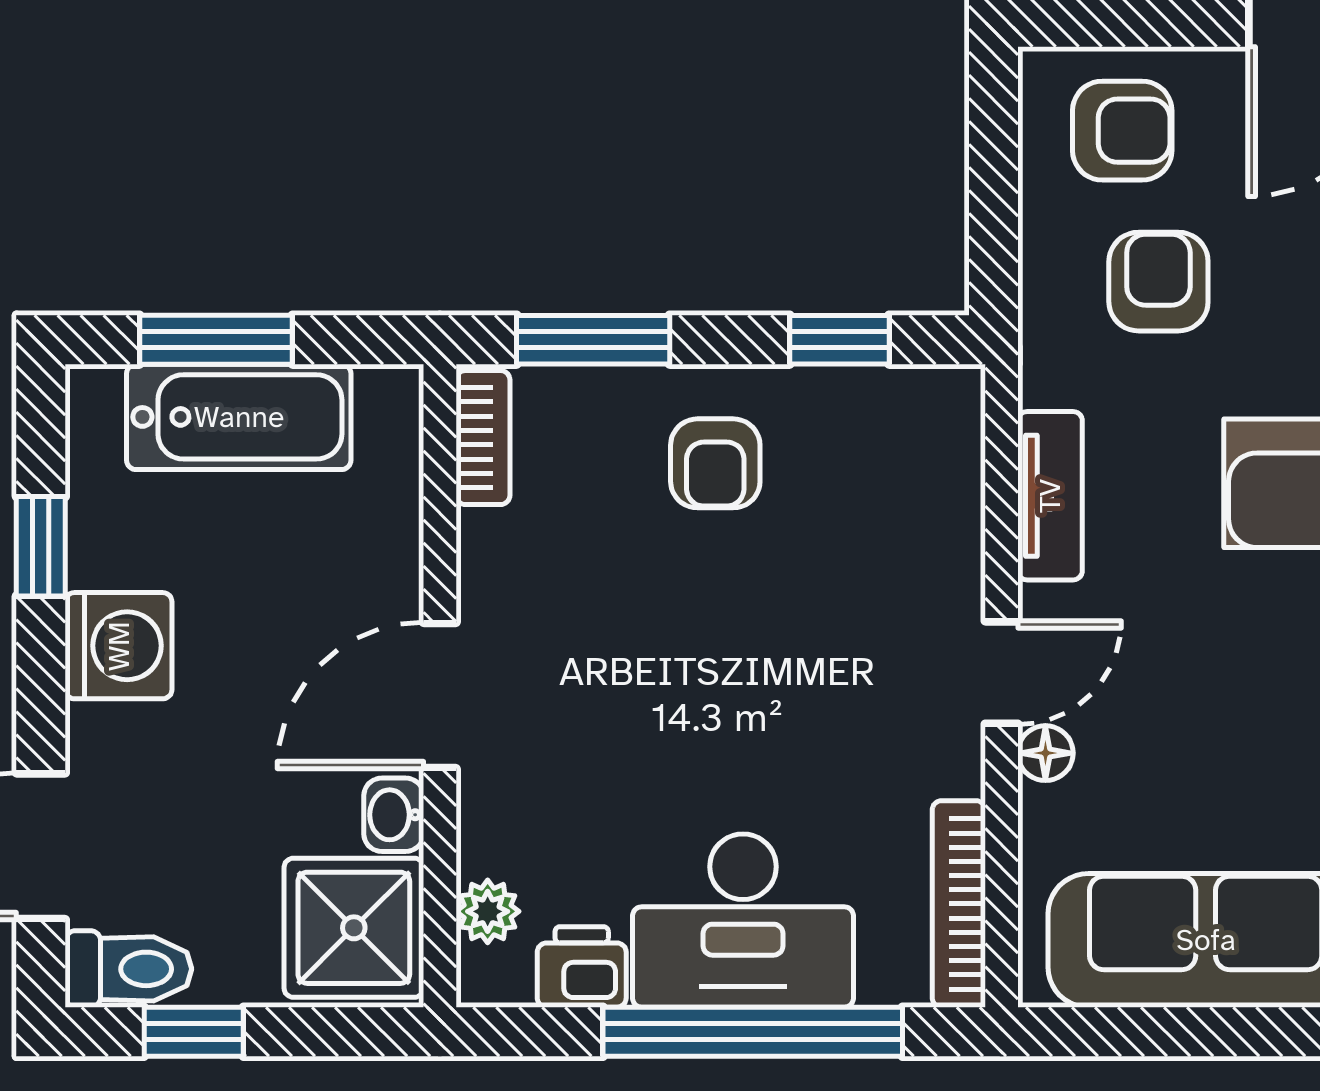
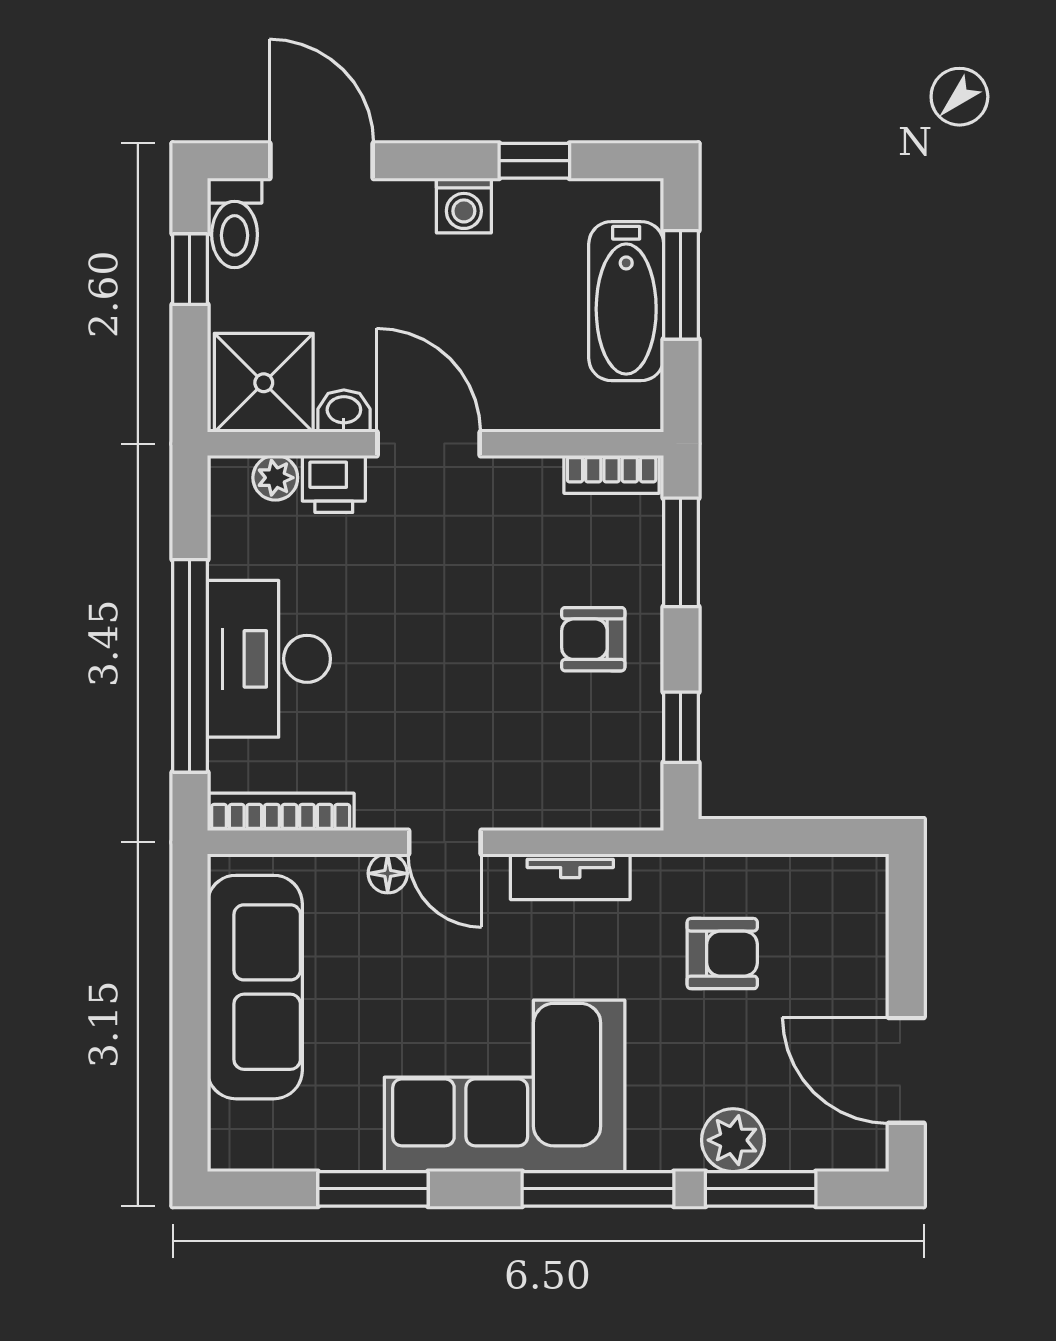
armchair: (1122, 131) -> (829, 928), removed
washing machine: (119, 646) -> (464, 205), width x0.73, depth x0.73
printer: (582, 967) -> (334, 484), moved, turned 90

